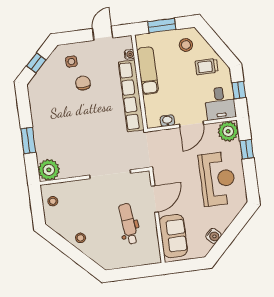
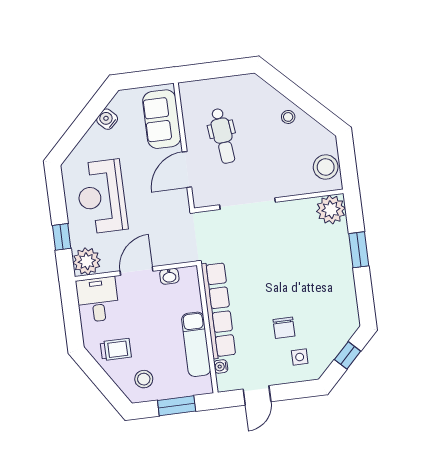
window: (239, 90) -> (72, 317), removed
stool: (53, 201) -> (326, 167), width x1.89, depth x1.89

